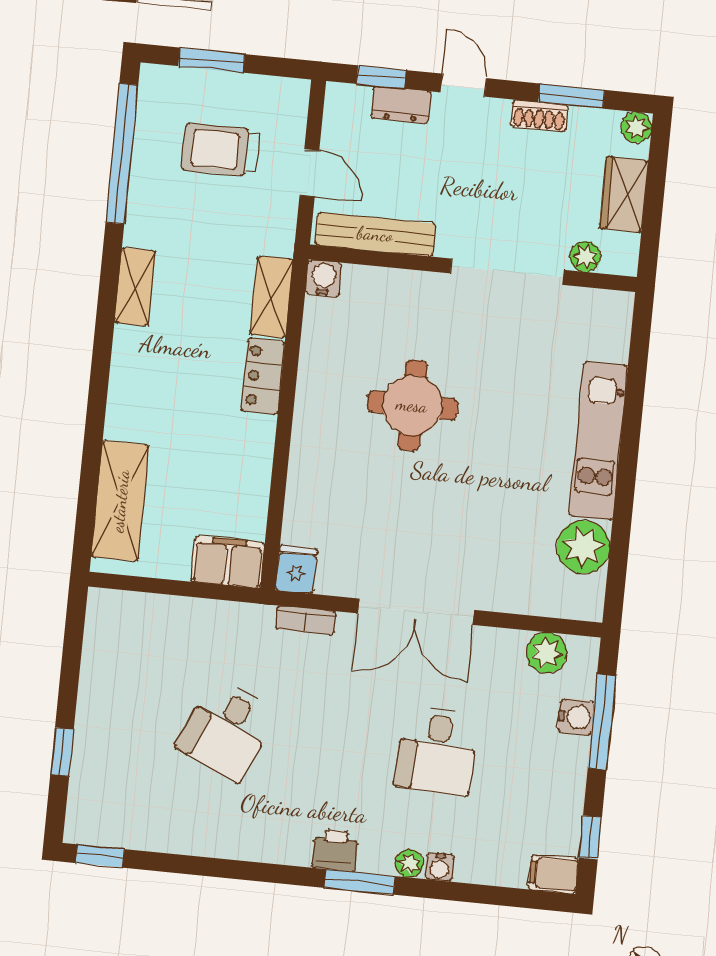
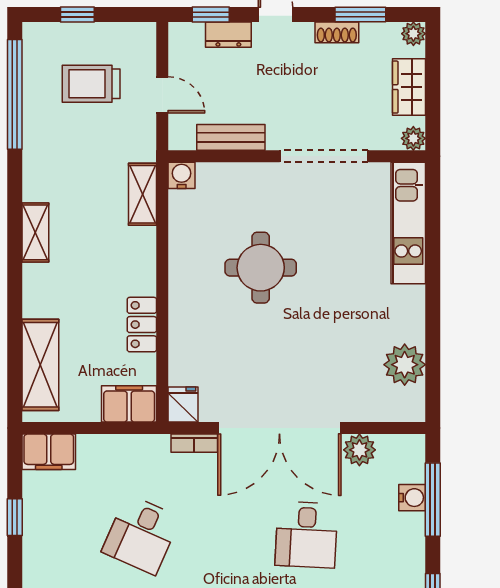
window: (212, 60) -> (77, 14), width x0.67
bench: (375, 234) -> (231, 137), width x0.73
plant: (585, 257) -> (413, 138), moved
shelving: (135, 287) -> (35, 232), moved
locker: (263, 376) -> (142, 325), moved
kitchen unit: (599, 441) -> (408, 223), moved
filing cabinet: (120, 612) -> (49, 452), added
double door: (416, 612) -> (279, 428), width x1.36
plant: (547, 653) -> (359, 450), moved
window: (62, 752) -> (15, 517), moved

